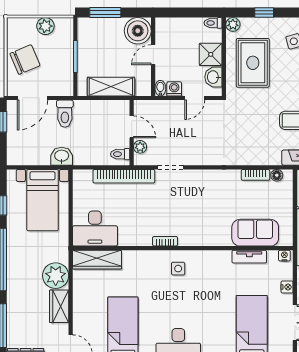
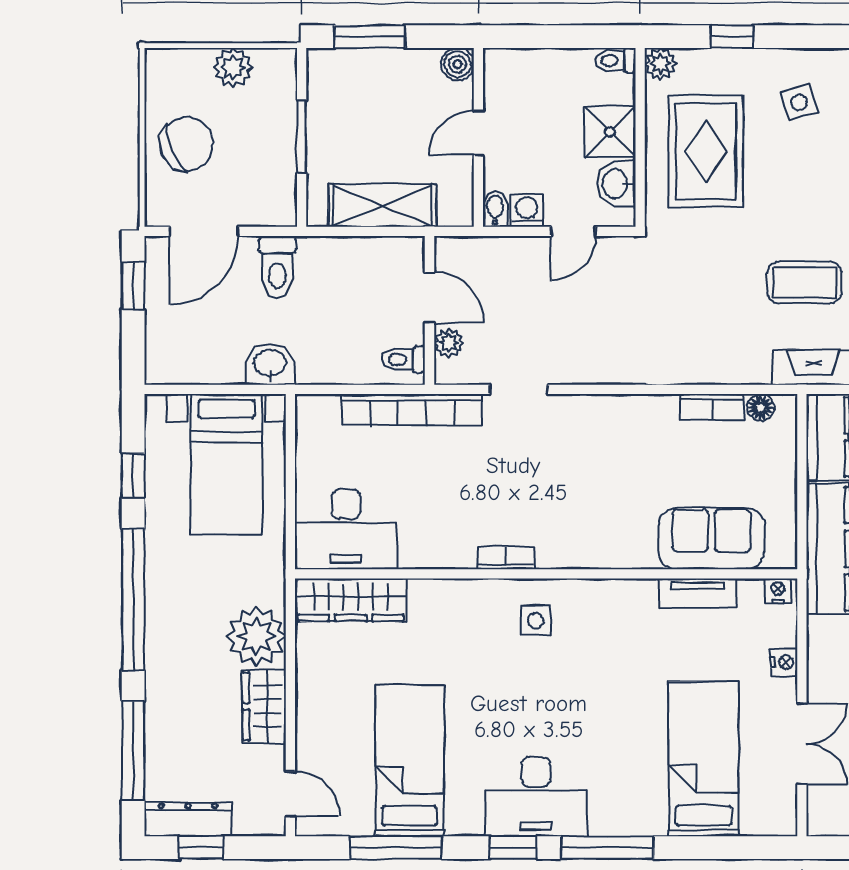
boiler: (138, 31) -> (458, 64), width x0.54, depth x0.54

